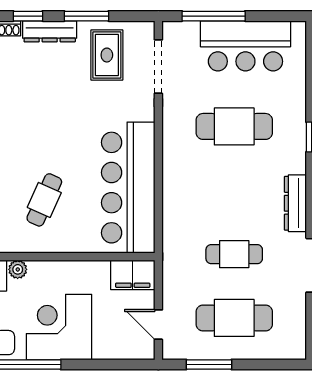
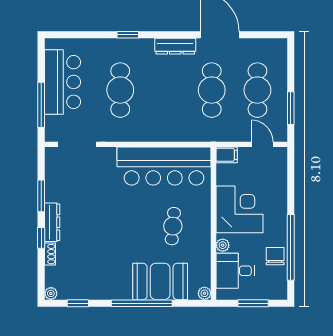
rug: (107, 55) -> (69, 181), removed
cafe table: (44, 200) -> (173, 226), turned 71
cafe table: (234, 254) -> (212, 90), width x1.37, depth x1.35
filing cabinet: (133, 275) -> (227, 155), width x0.50
door: (158, 325) -> (262, 144), swing flipped
corner desk: (59, 327) -> (240, 209), moved, turned 180

